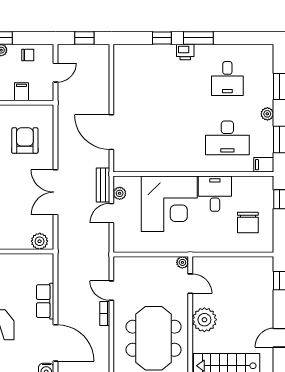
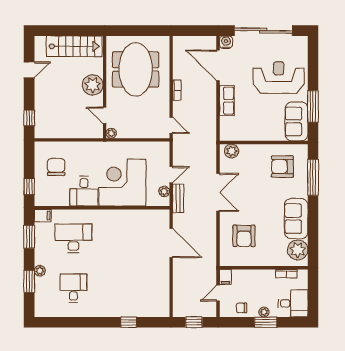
window: (198, 38) -> (98, 322), removed
printer: (185, 52) -> (109, 310), removed
filing cabinet: (21, 92) -> (225, 277), moved
plant: (267, 114) -> (40, 271), moved
door: (111, 291) -> (171, 125), moved

